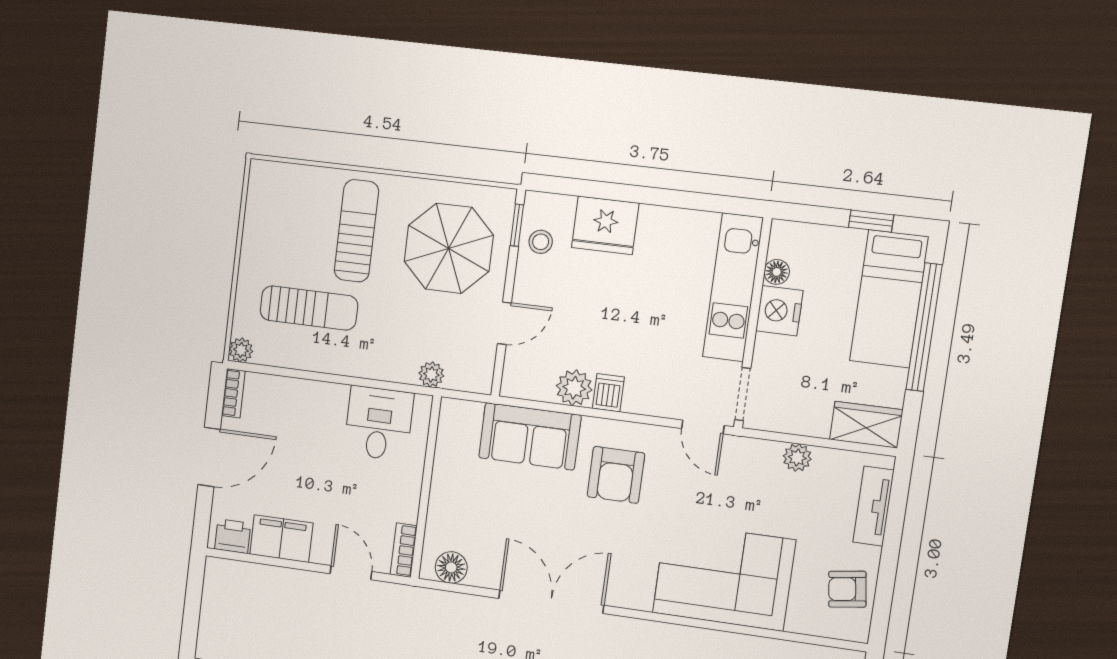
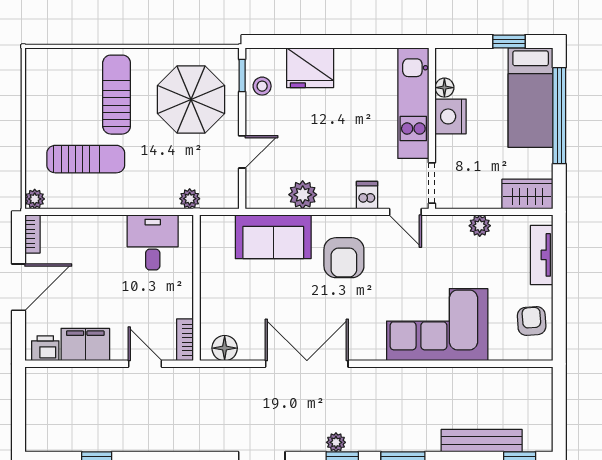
dishwasher: (608, 393) -> (367, 195), moved
armchair: (847, 589) -> (532, 321), turned 94

